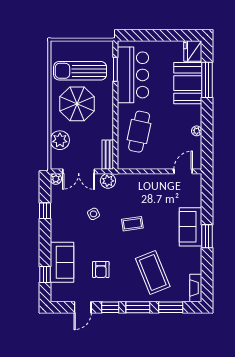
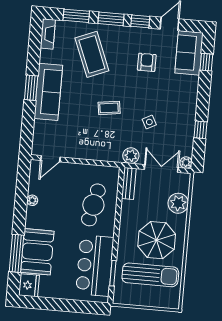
sofa: (191, 227) -> (48, 92), width x1.36
sofa: (62, 262) -> (189, 53), moved

